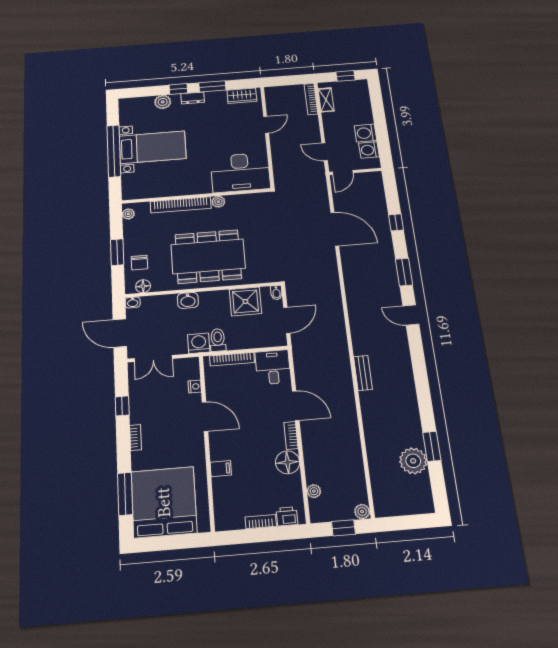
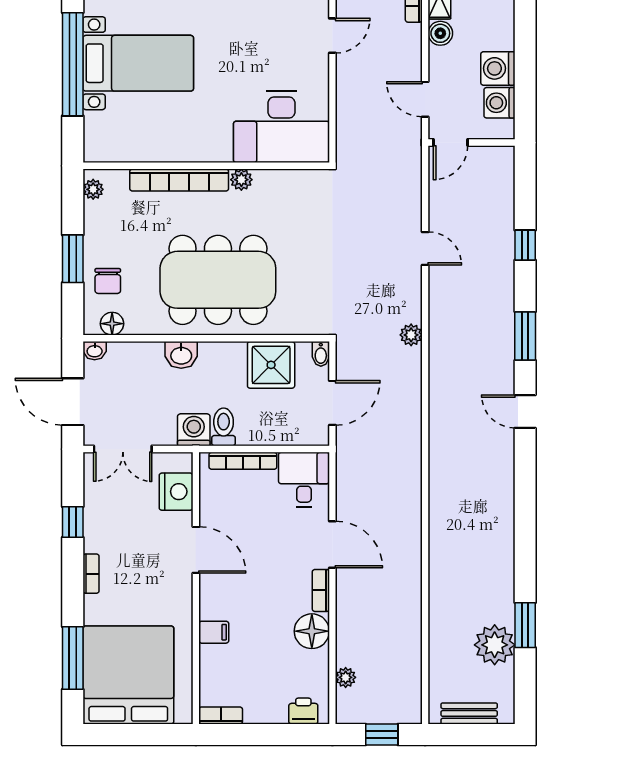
boiler: (329, 119) -> (440, 33), added
door: (335, 229) -> (425, 248), width x0.53
bench: (363, 373) -> (469, 713), moved, turned 90
nightstand: (195, 386) -> (176, 492), width x1.89, depth x1.79
plant: (362, 512) -> (411, 335), moved
bookcase: (261, 522) -> (221, 715), moved

